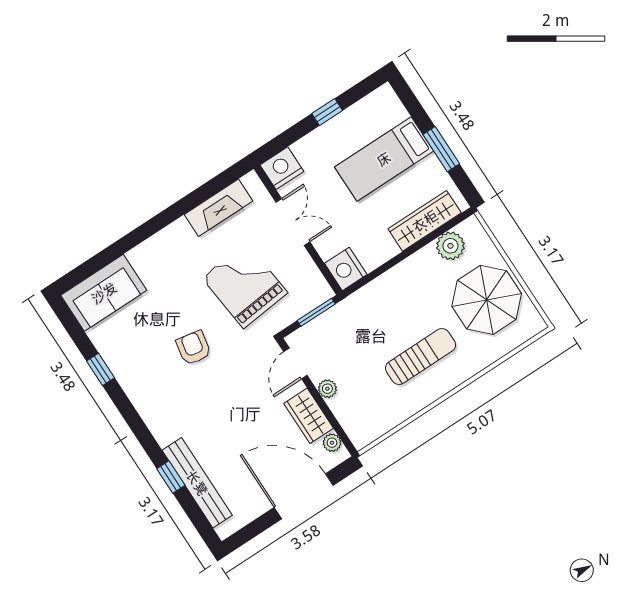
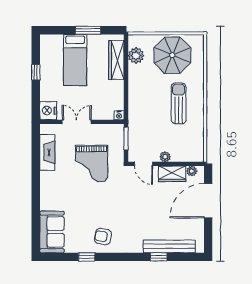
nightstand: (346, 269) -> (119, 115), width x0.53, depth x0.56
grand piano: (245, 285) -> (92, 164), turned -84
armchair: (194, 348) -> (103, 237), moved

